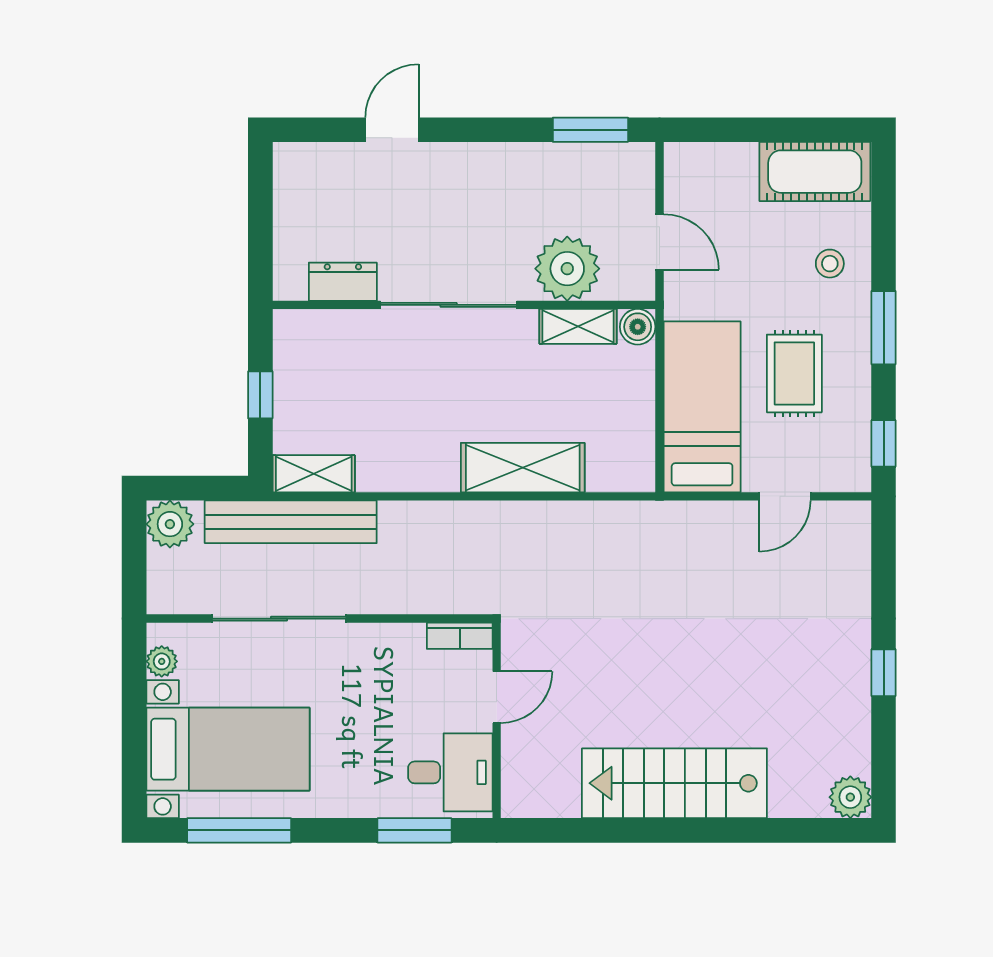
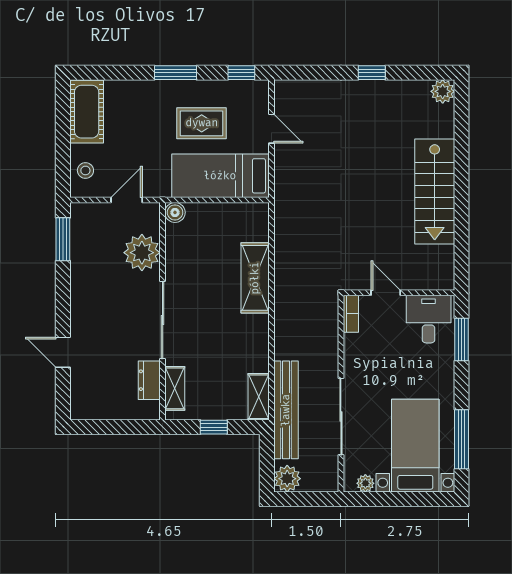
stool: (830, 264) -> (85, 170), moved
shelving: (578, 326) -> (175, 388), moved

